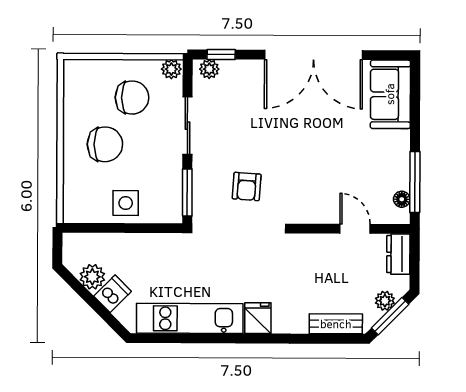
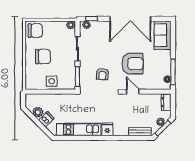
chair: (132, 98) -> (35, 31), moved
armchair: (318, 162) -> (132, 64), added
door: (355, 229) -> (133, 92), moved

